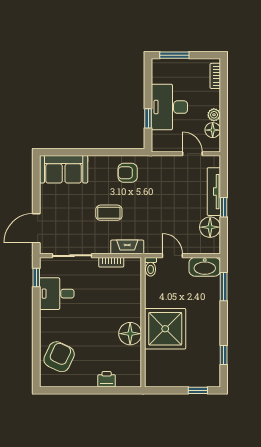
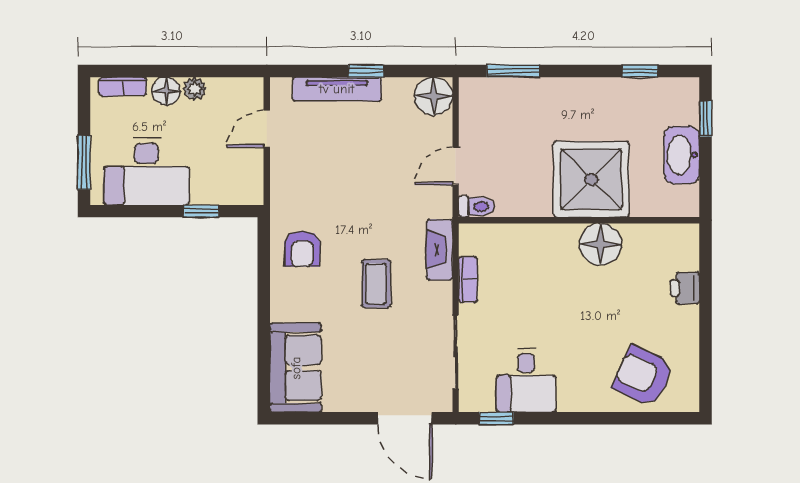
desk: (169, 107) -> (146, 172), moved
floor lamp: (213, 130) -> (166, 91), moved
floor lamp: (210, 227) -> (433, 96), moved
washbasin: (205, 267) -> (682, 155), moved, turned 180

